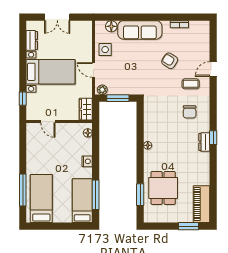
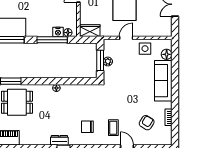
armchair: (170, 61) -> (147, 123), moved
plant: (102, 90) -> (108, 62), moved
window: (96, 150) -> (52, 40), added
nightstand: (87, 161) -> (58, 32), moved

